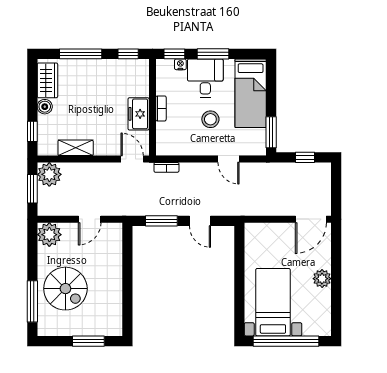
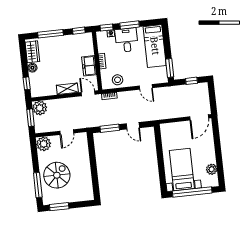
stool: (210, 119) -> (118, 80), moved
shelving: (76, 148) -> (67, 89), moved
plant: (322, 279) -> (212, 169), moved
spiral stairs: (65, 289) -> (57, 175), turned -90
window: (88, 341) -> (59, 207), moved

